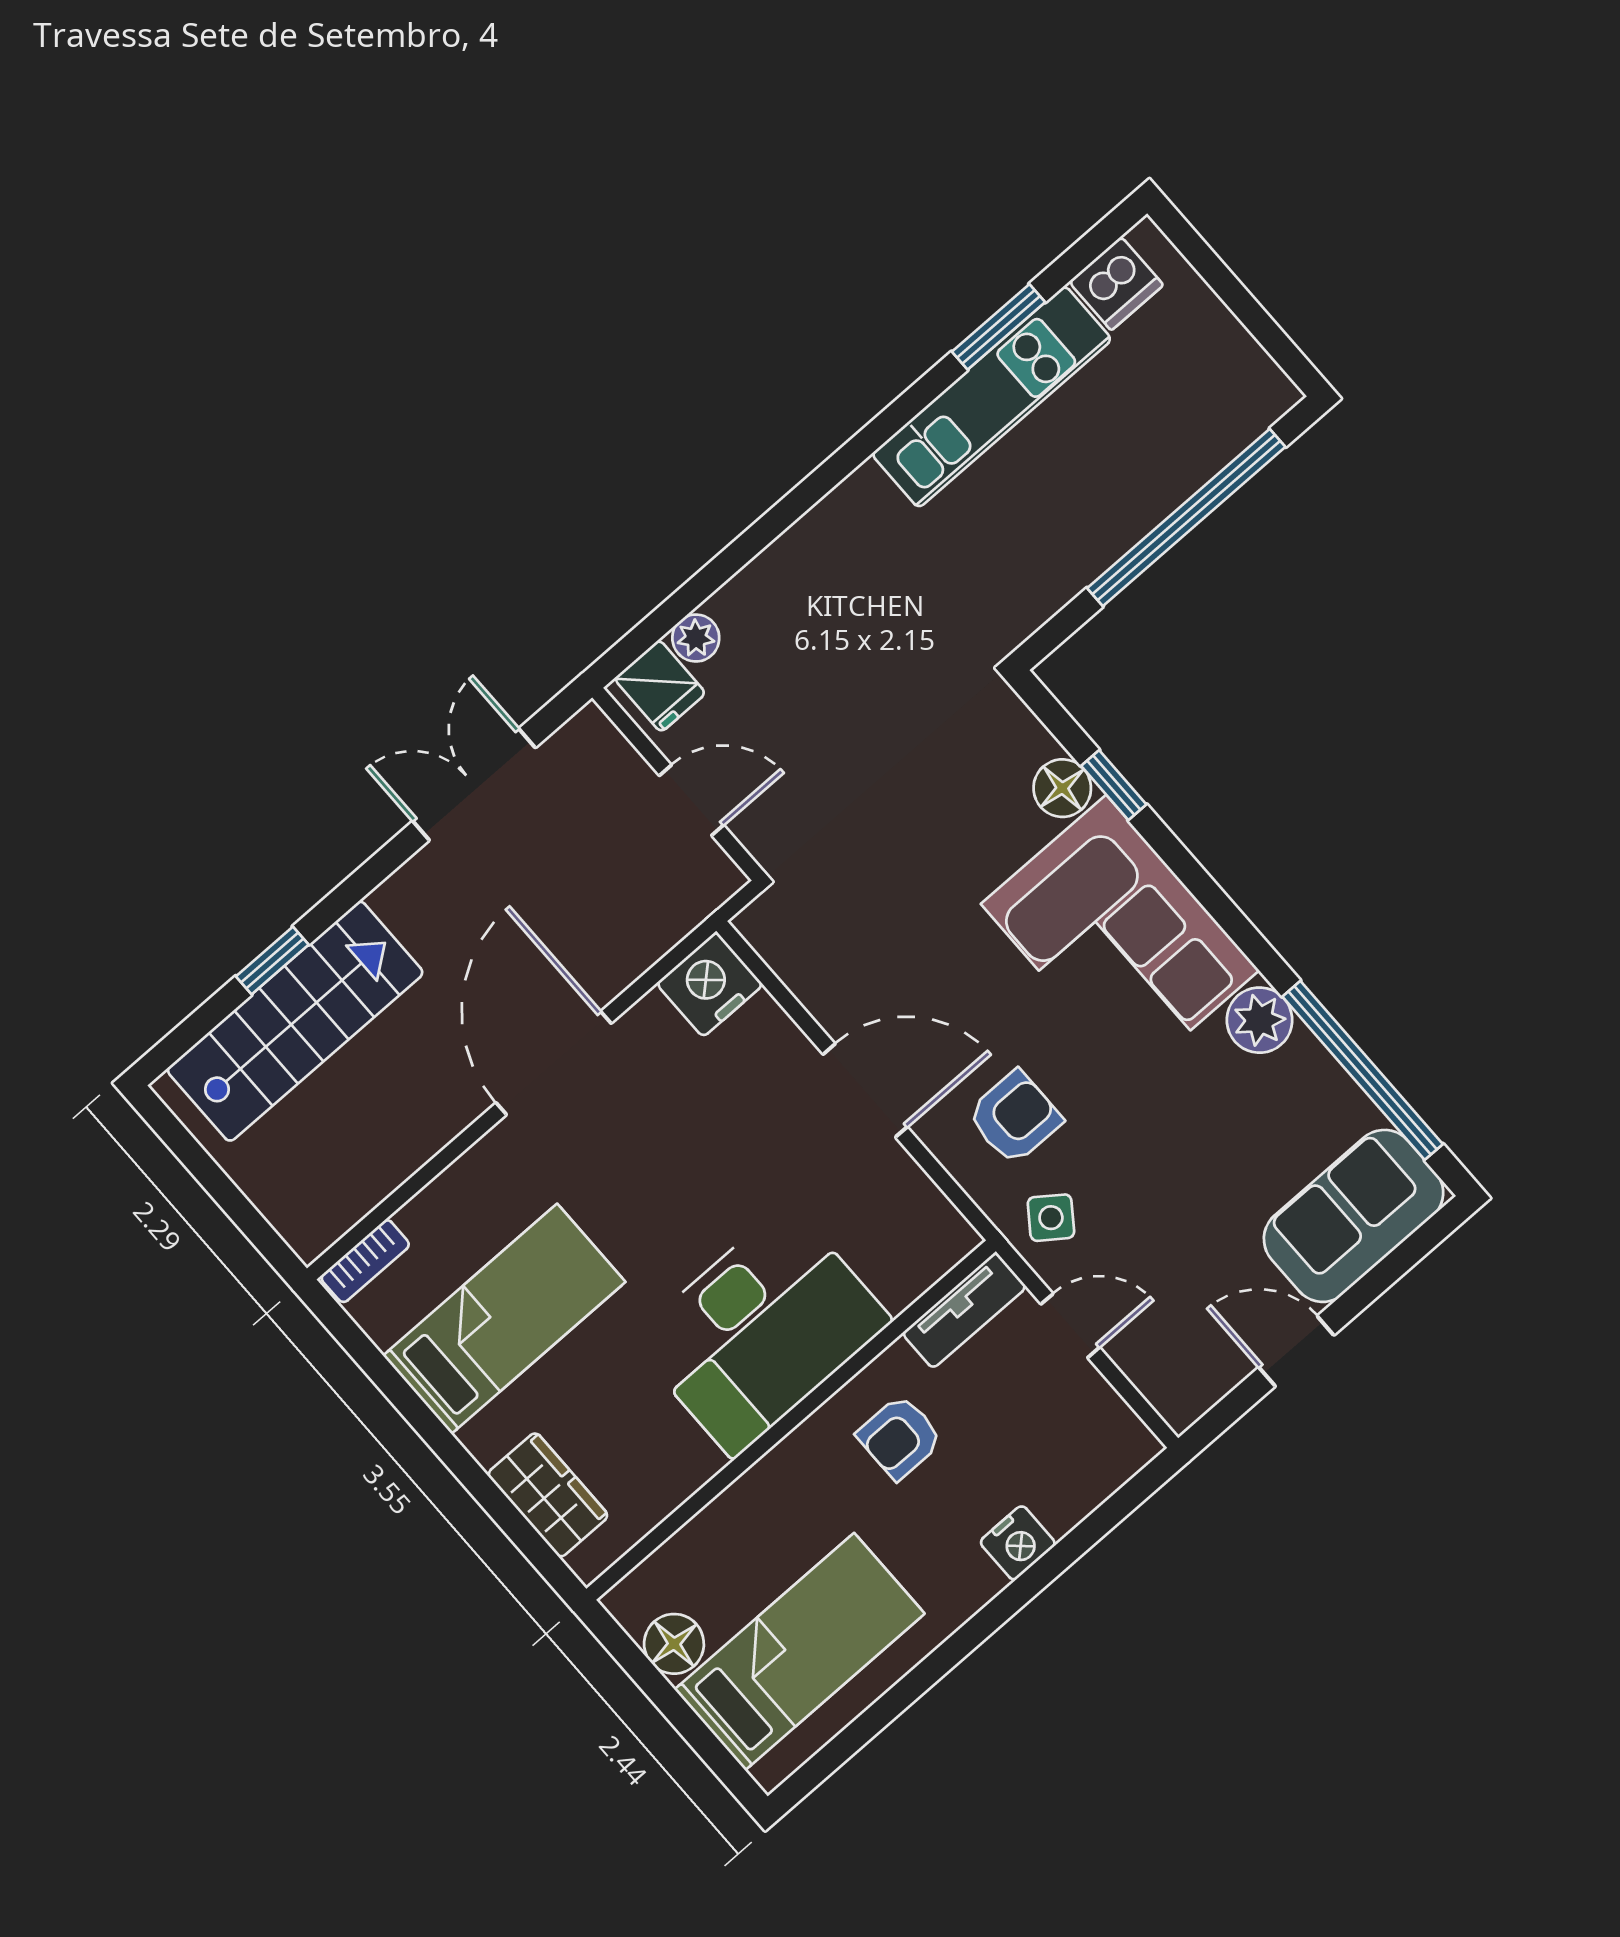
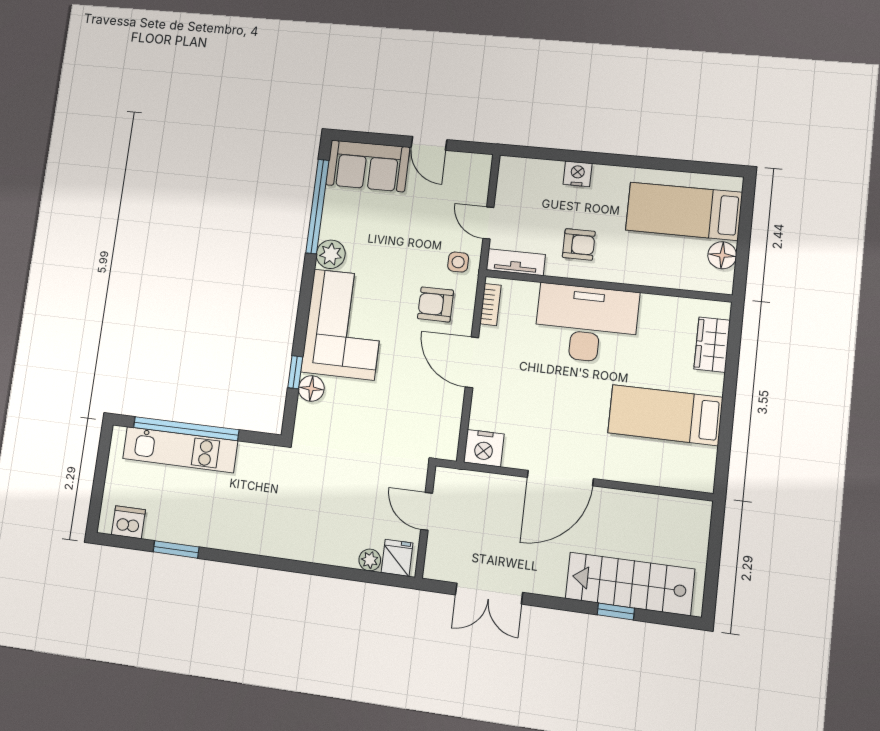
kitchen unit: (992, 397) -> (180, 450), moved, turned 180
side table: (1051, 1218) -> (458, 262), turned -36
bookcase: (365, 1261) -> (490, 304), moved, turned 90

